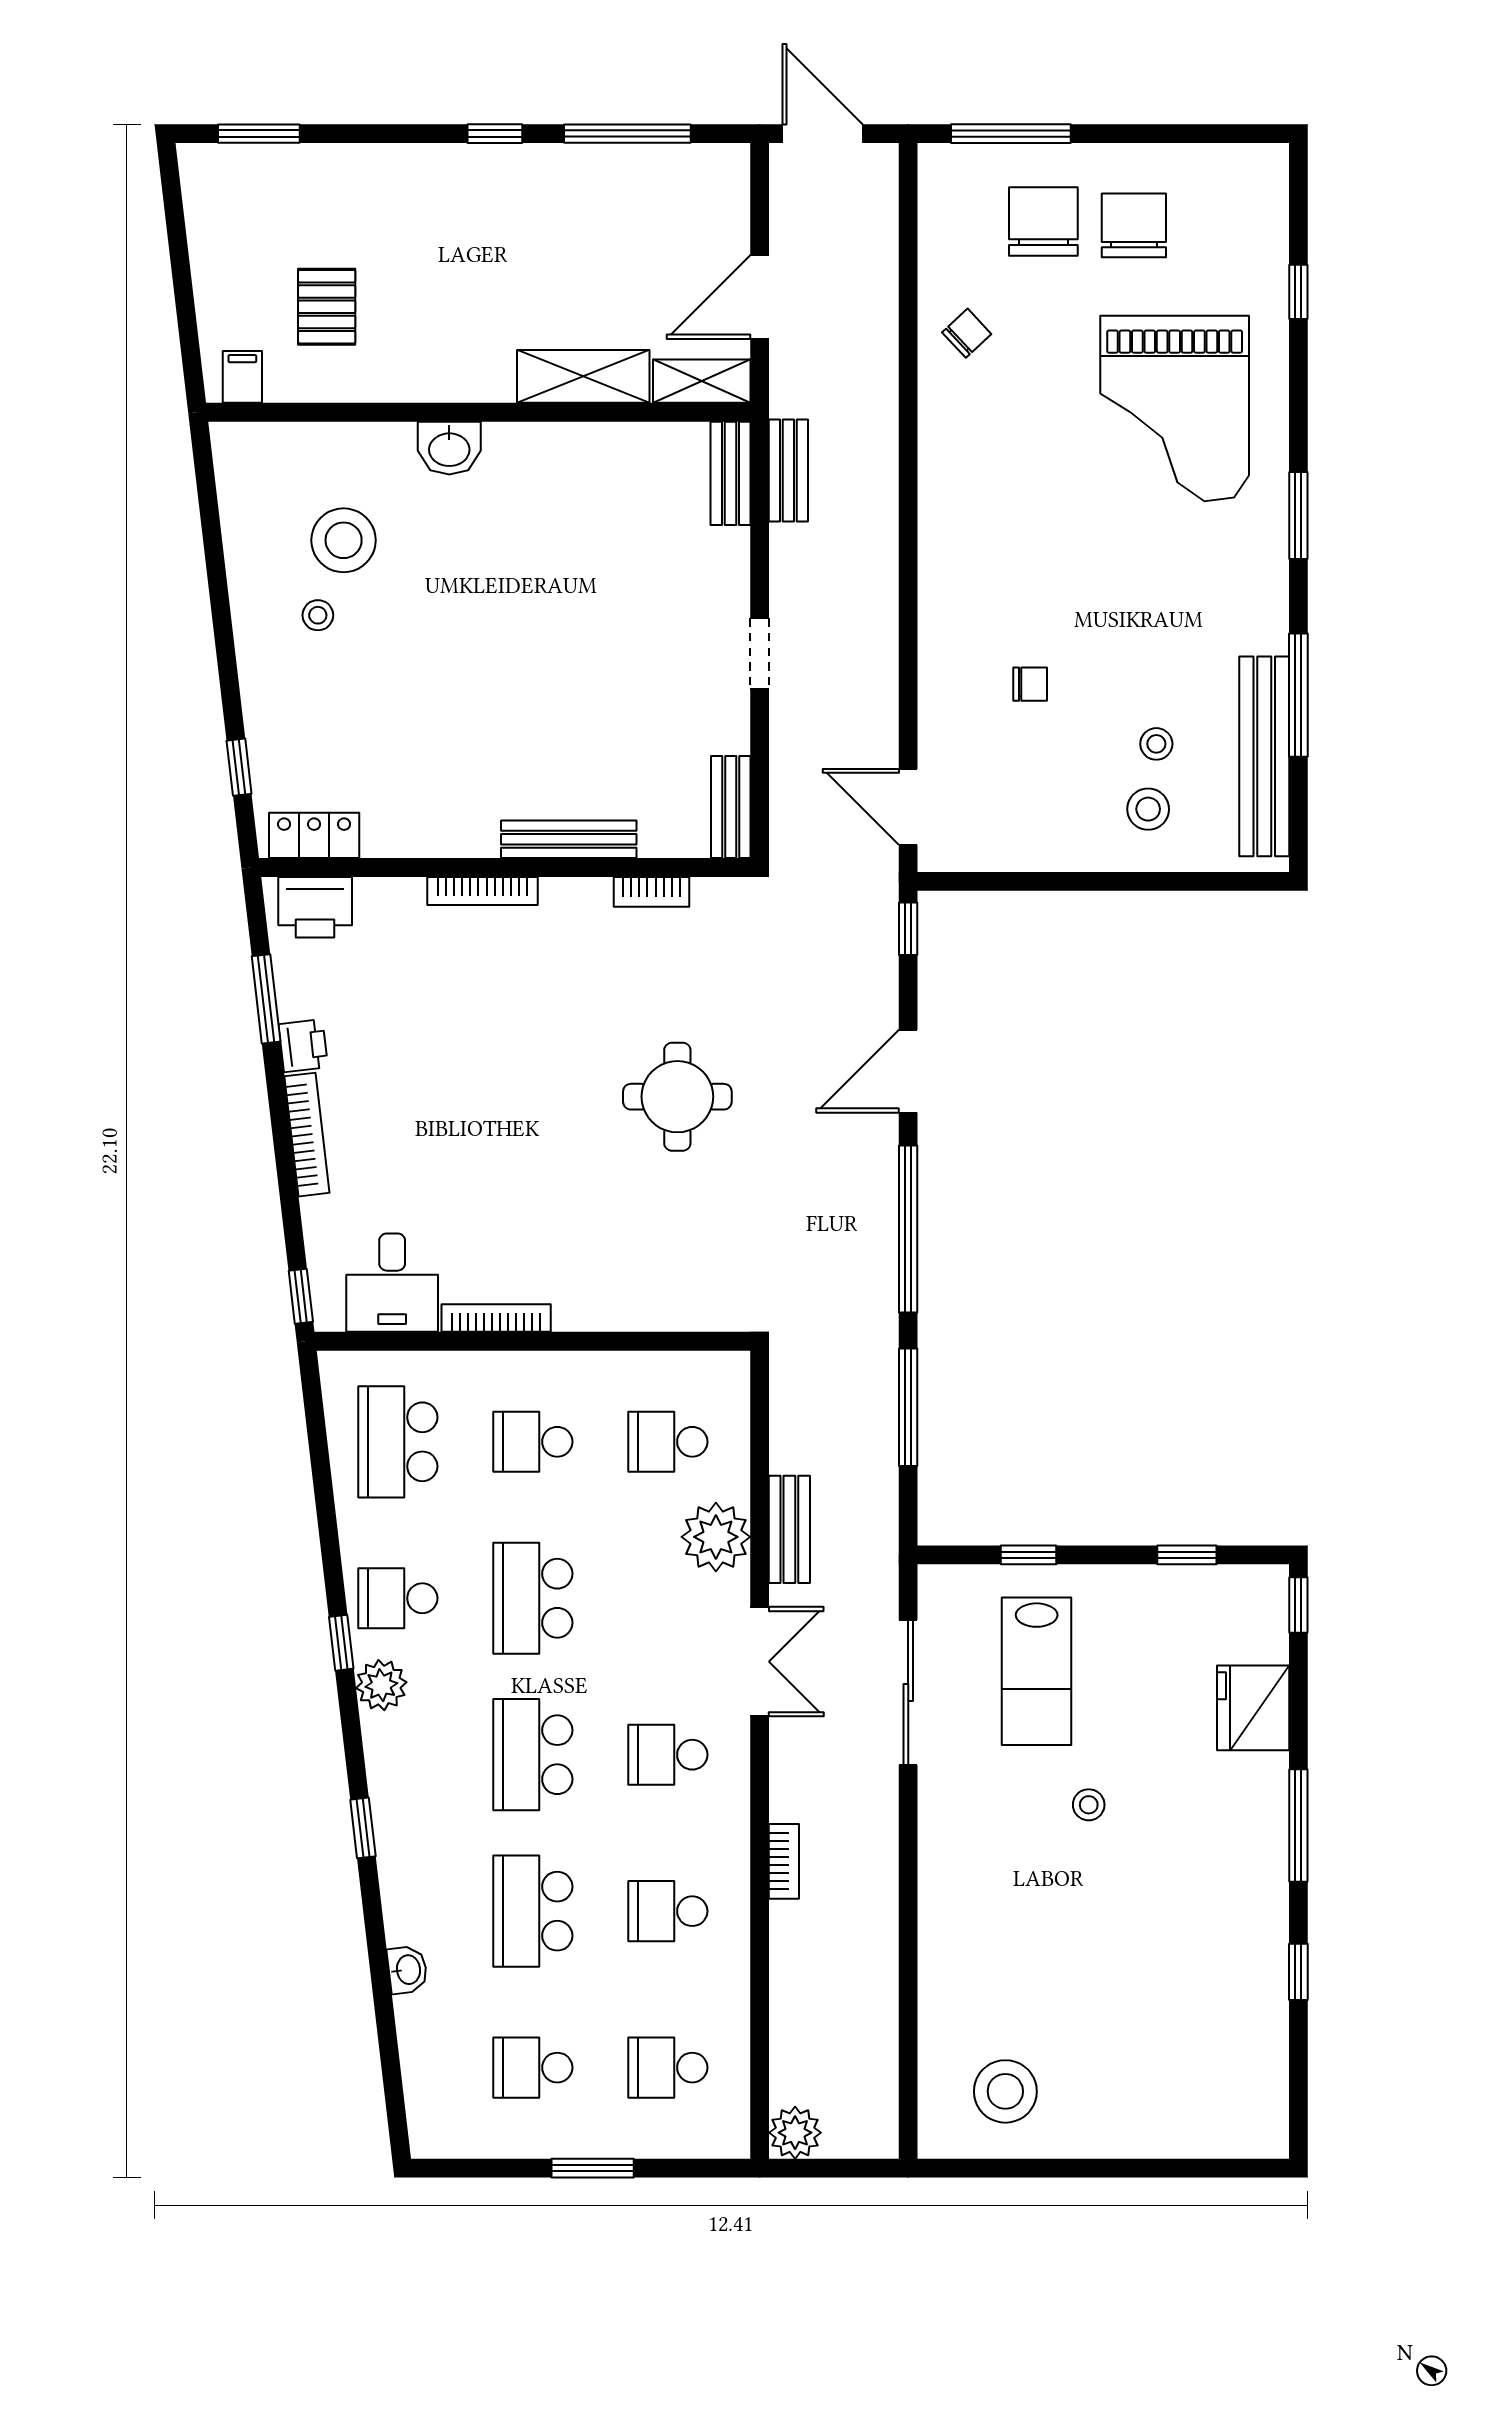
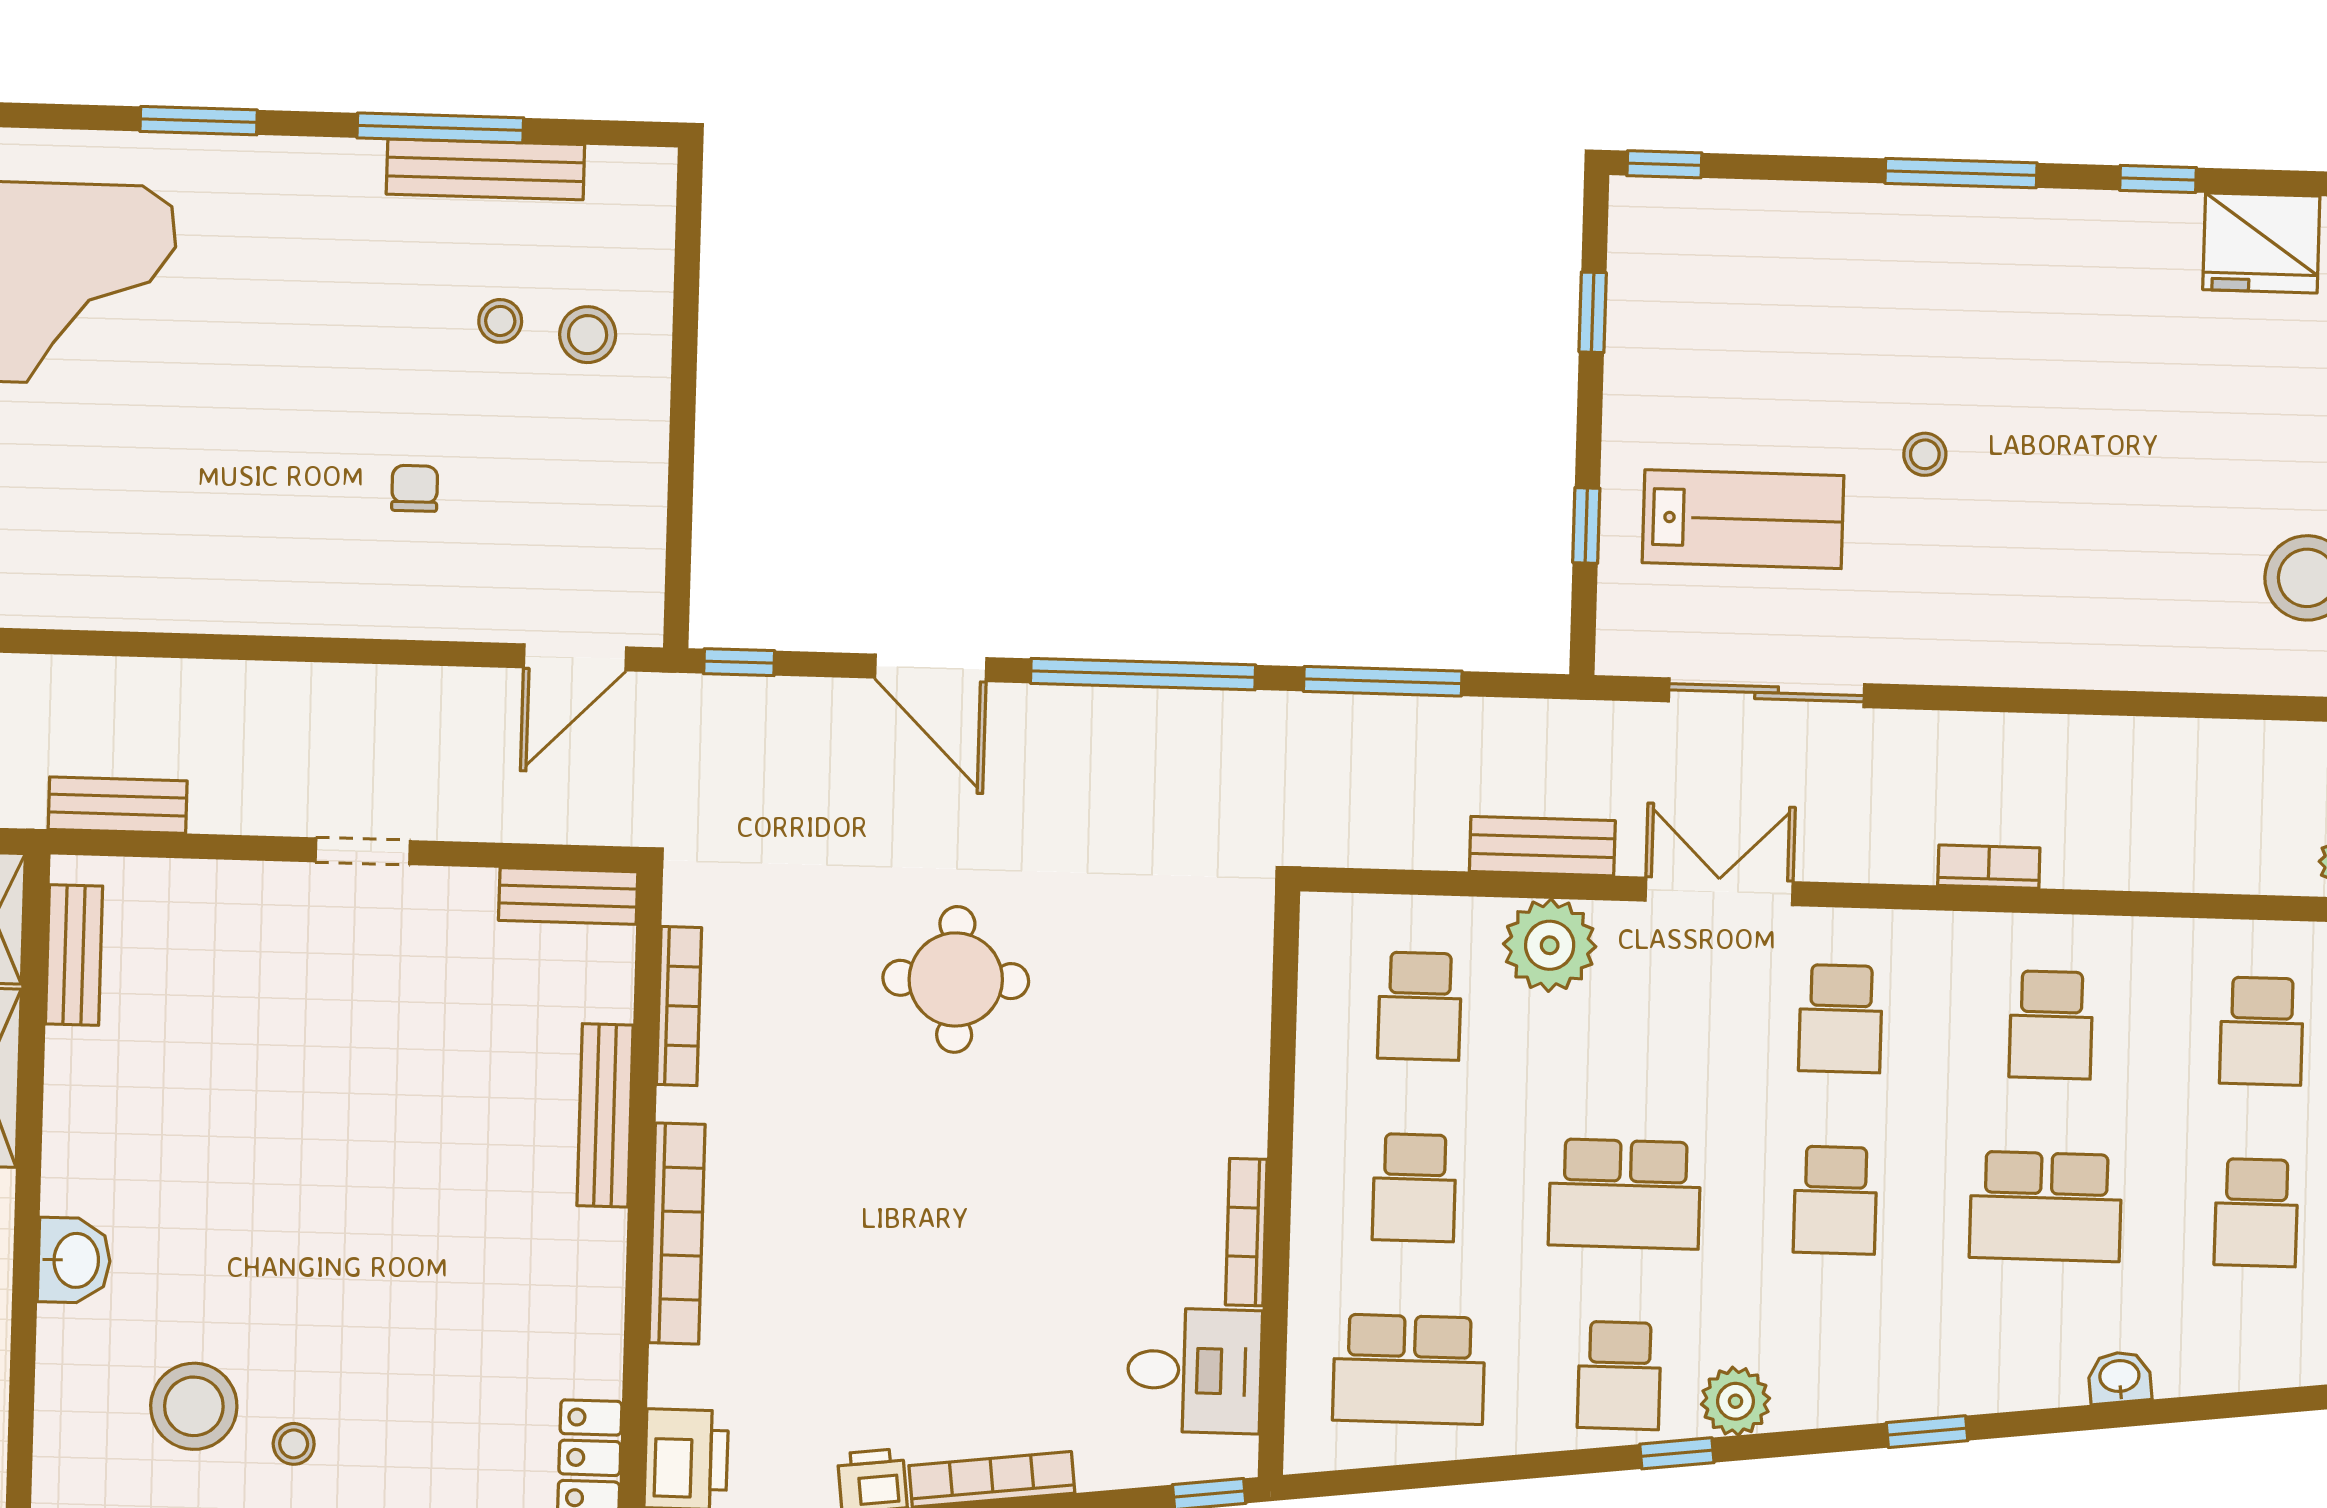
bench: (731, 473) -> (74, 955), moved, turned 90
bench: (1264, 756) -> (485, 169), width x0.73, depth x0.82
bookcase: (483, 891) -> (677, 1233), width x1.48, depth x1.31
bookcase: (651, 892) -> (679, 1006), width x1.56
fridge: (1253, 1708) -> (2261, 243), moved
school desk: (533, 1755) -> (1835, 1200), width x0.54

